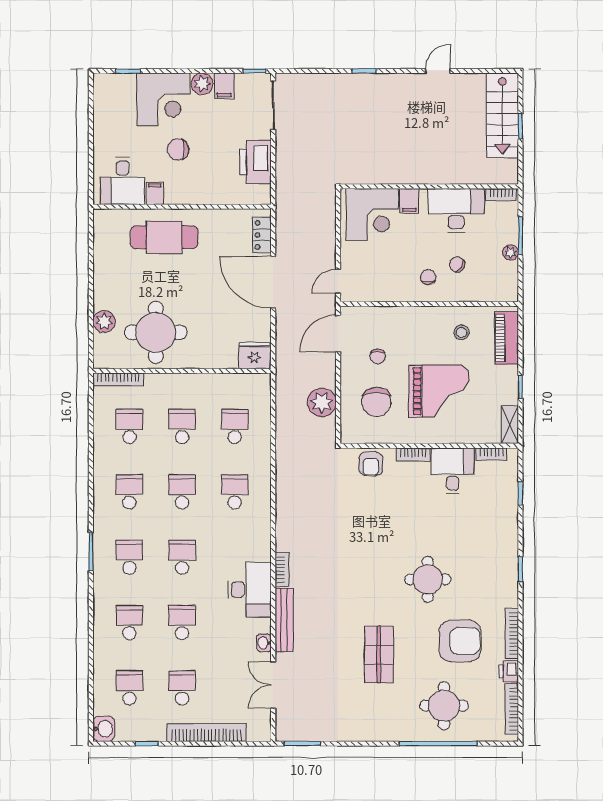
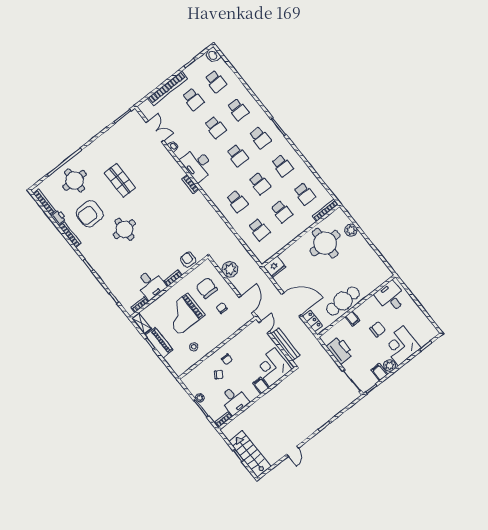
filing cabinet: (155, 193) -> (352, 319), moved
desk: (456, 210) -> (234, 400), width x0.73
cafe table: (164, 237) -> (343, 301), moved
piano: (507, 338) -> (159, 343), moved
bench: (284, 620) -> (285, 344), moved

